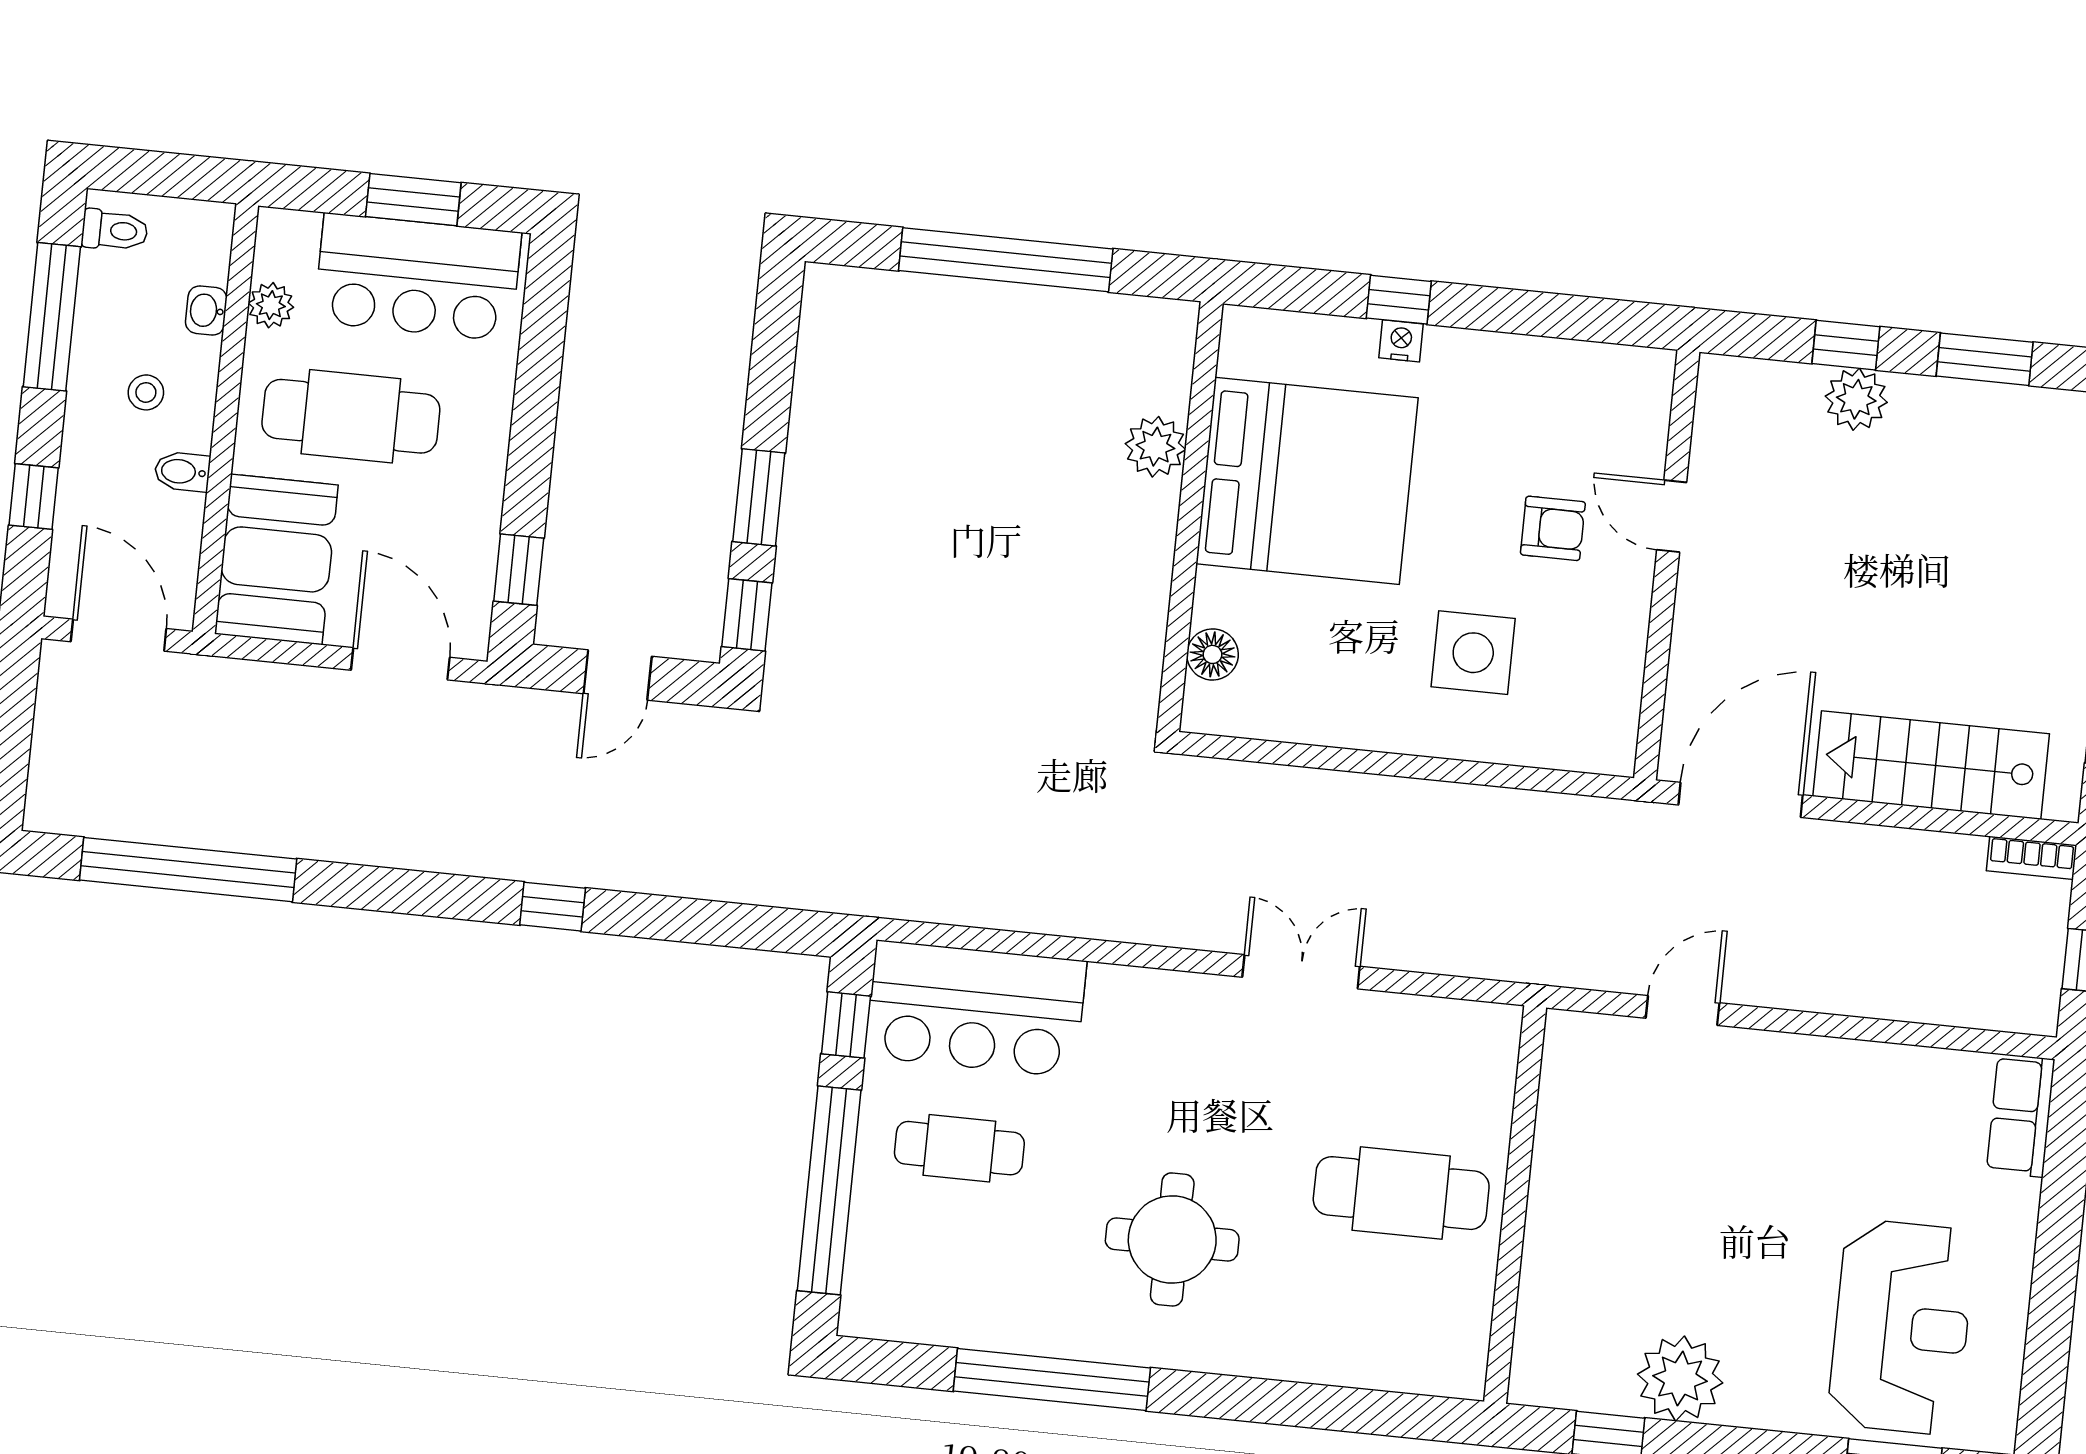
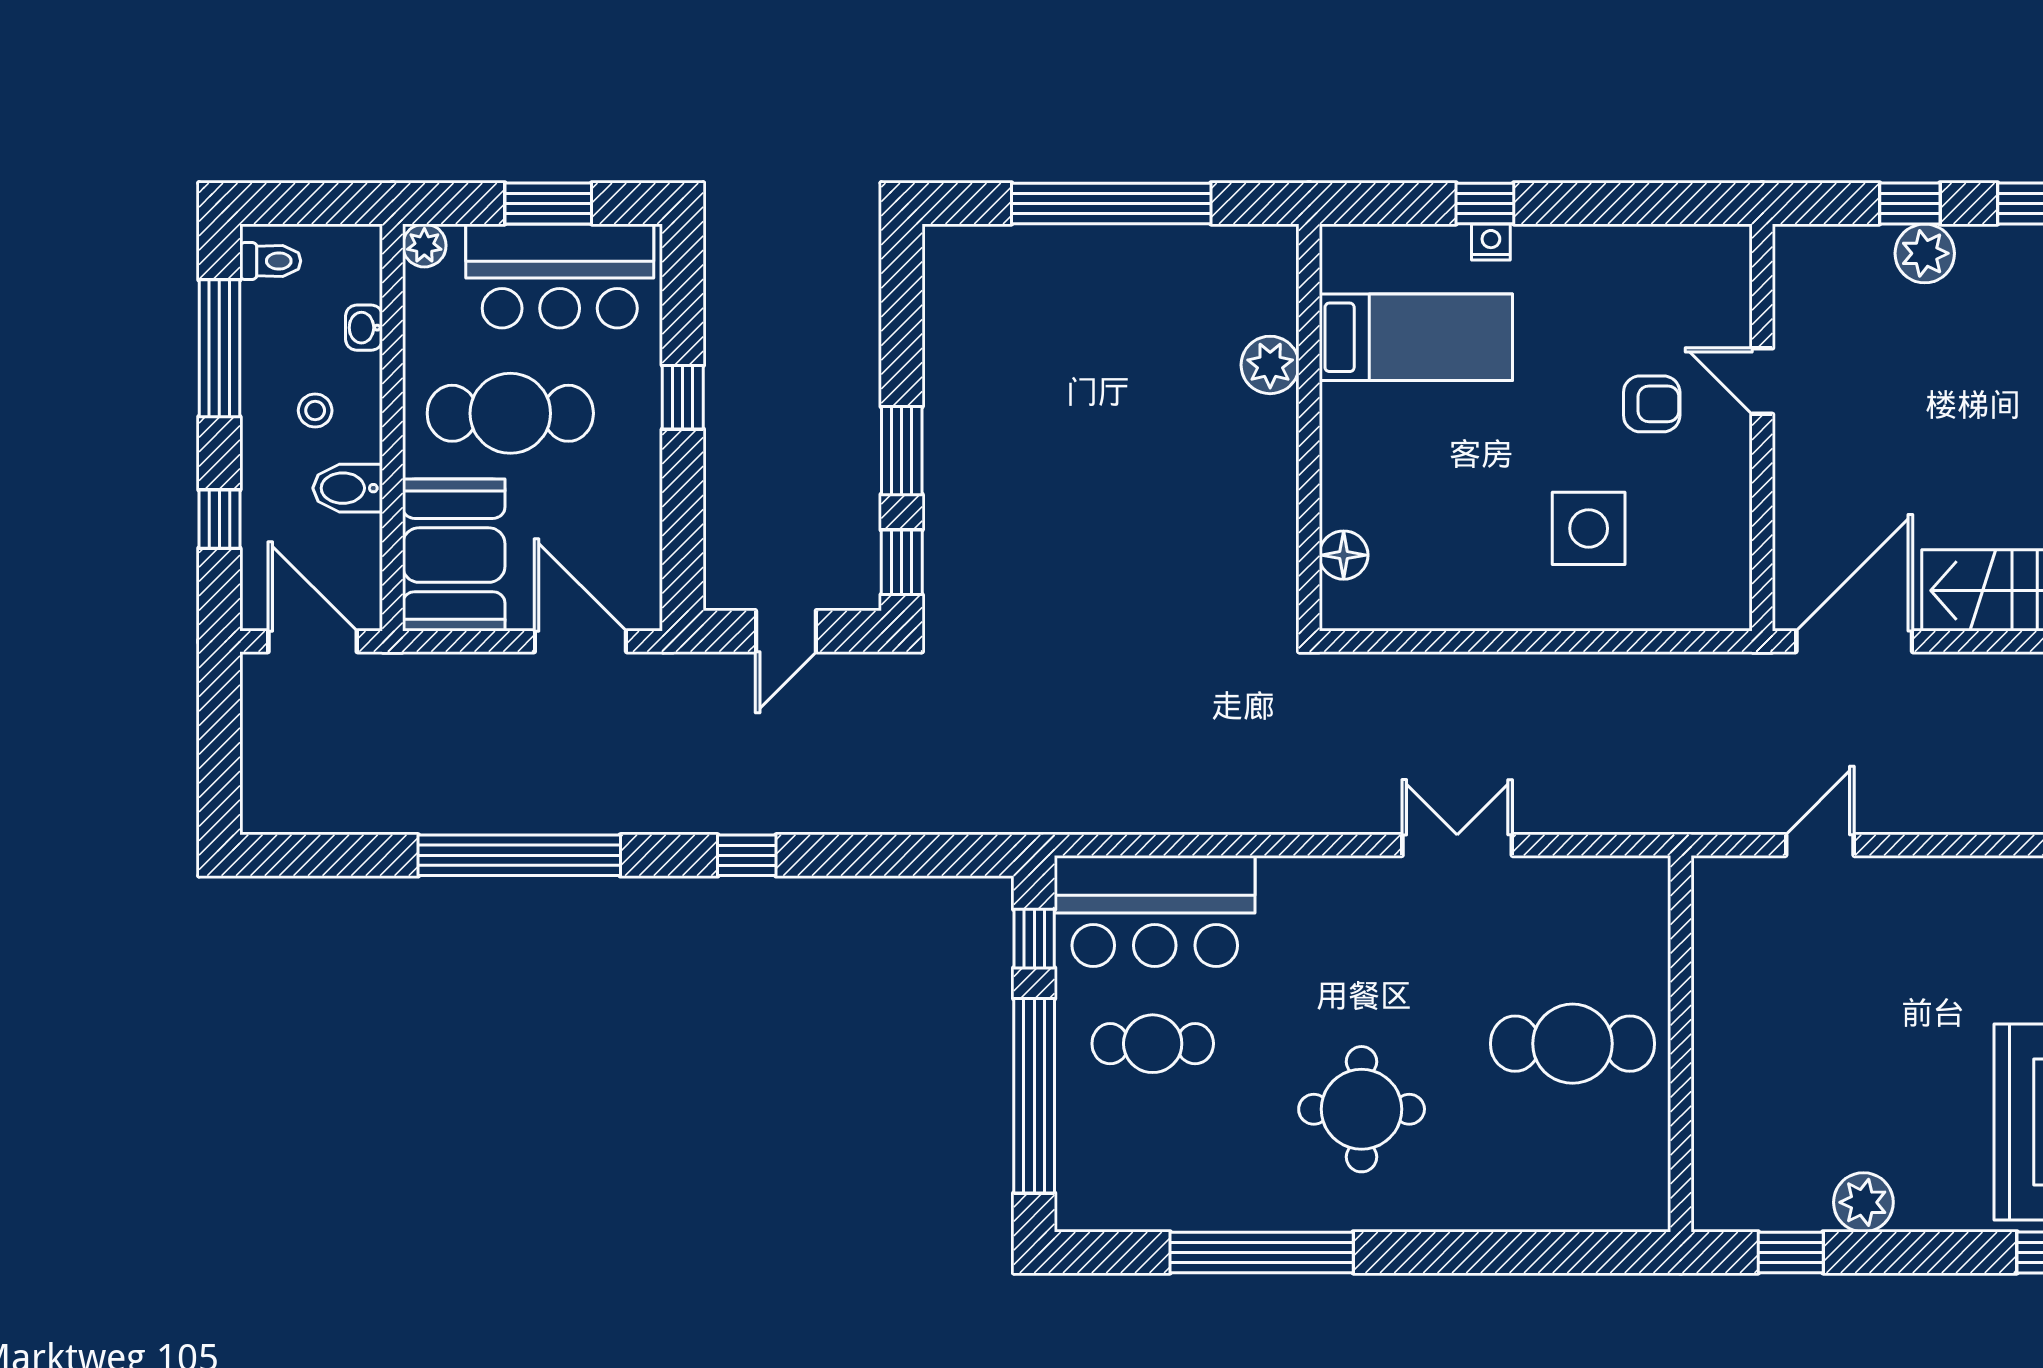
plant: (271, 305) -> (424, 245), moved
bidet: (182, 472) -> (348, 488), width x1.38, depth x1.36
bed: (1307, 481) -> (1416, 337), width x0.49
window: (519, 570) -> (683, 397), moved
window: (188, 870) -> (519, 855), moved
plant: (1680, 1378) -> (1863, 1202), width x0.73, depth x0.73

